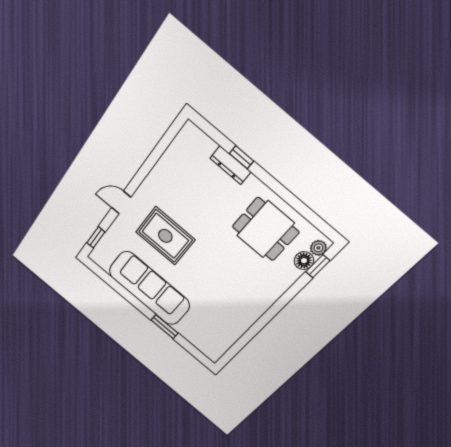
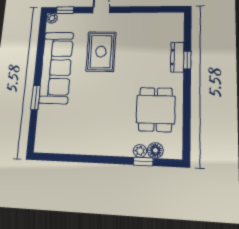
plant: (318, 248) -> (140, 151), moved
plant: (95, 256) -> (52, 18), added
window: (318, 266) -> (143, 162), moved

